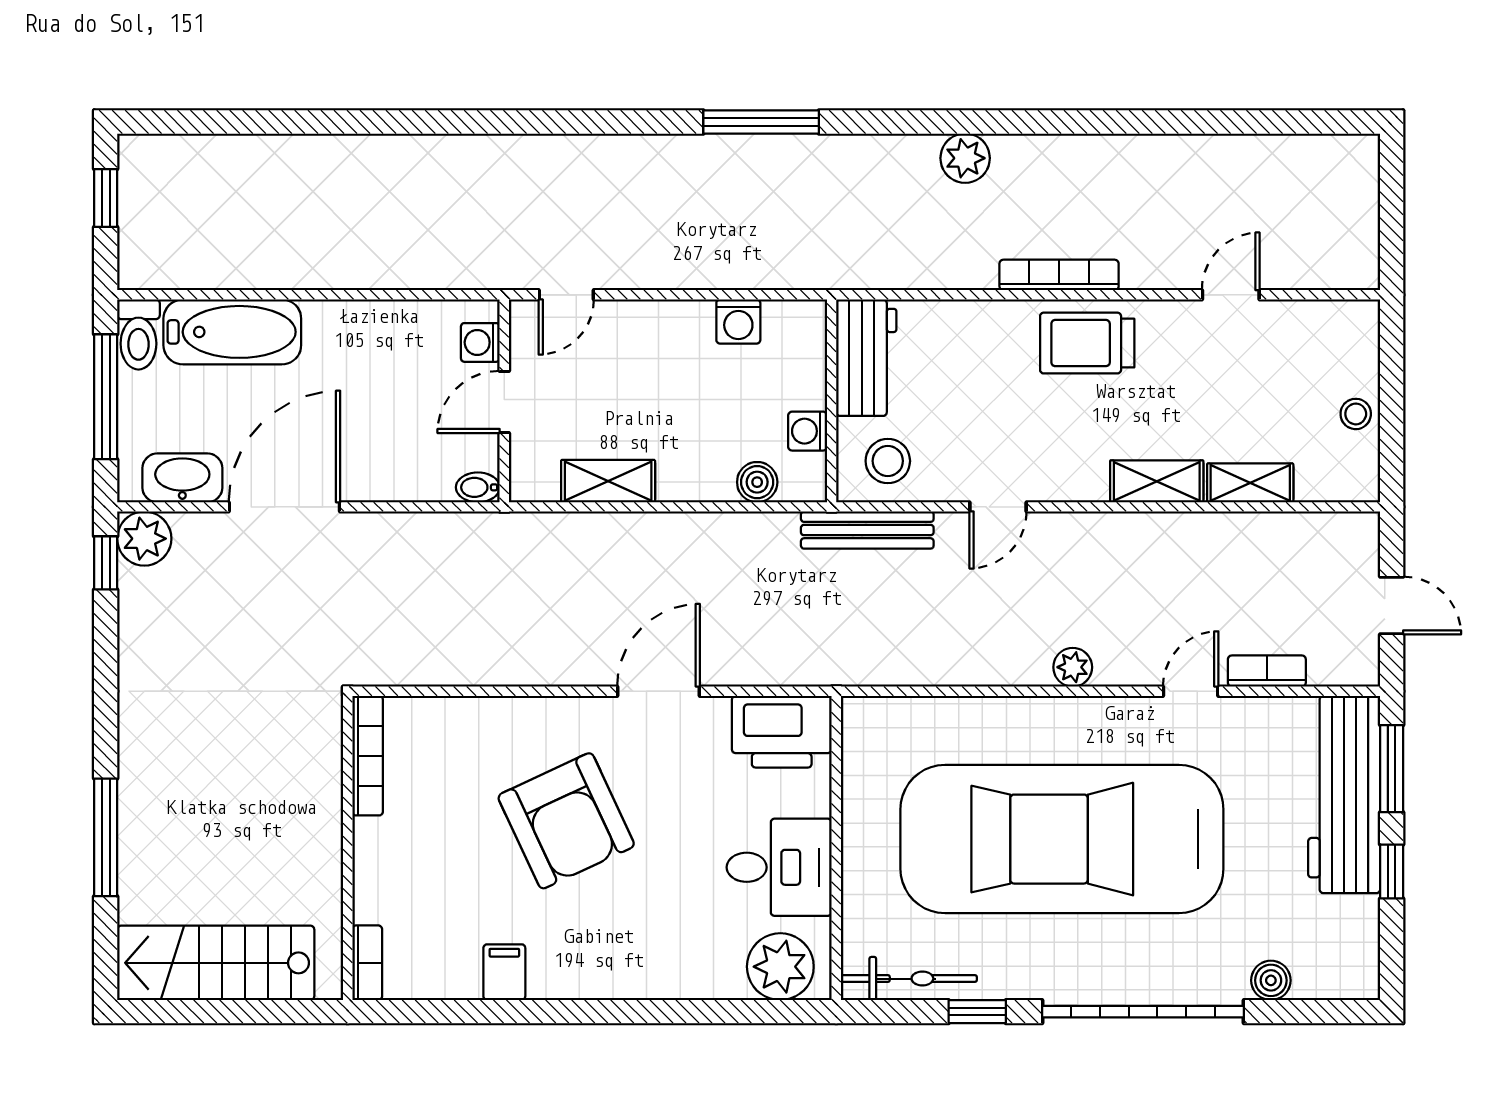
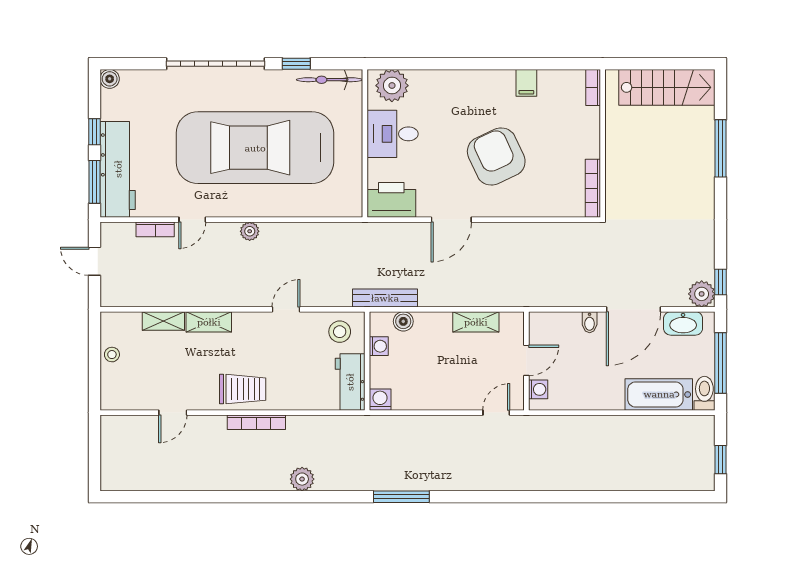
washing machine: (738, 322) -> (380, 400), moved
bidet: (478, 487) -> (590, 322), moved, turned 90
bench: (867, 530) -> (385, 298), moved
car: (1062, 839) -> (255, 148), turned 180
boiler: (1271, 980) -> (110, 79), moved

